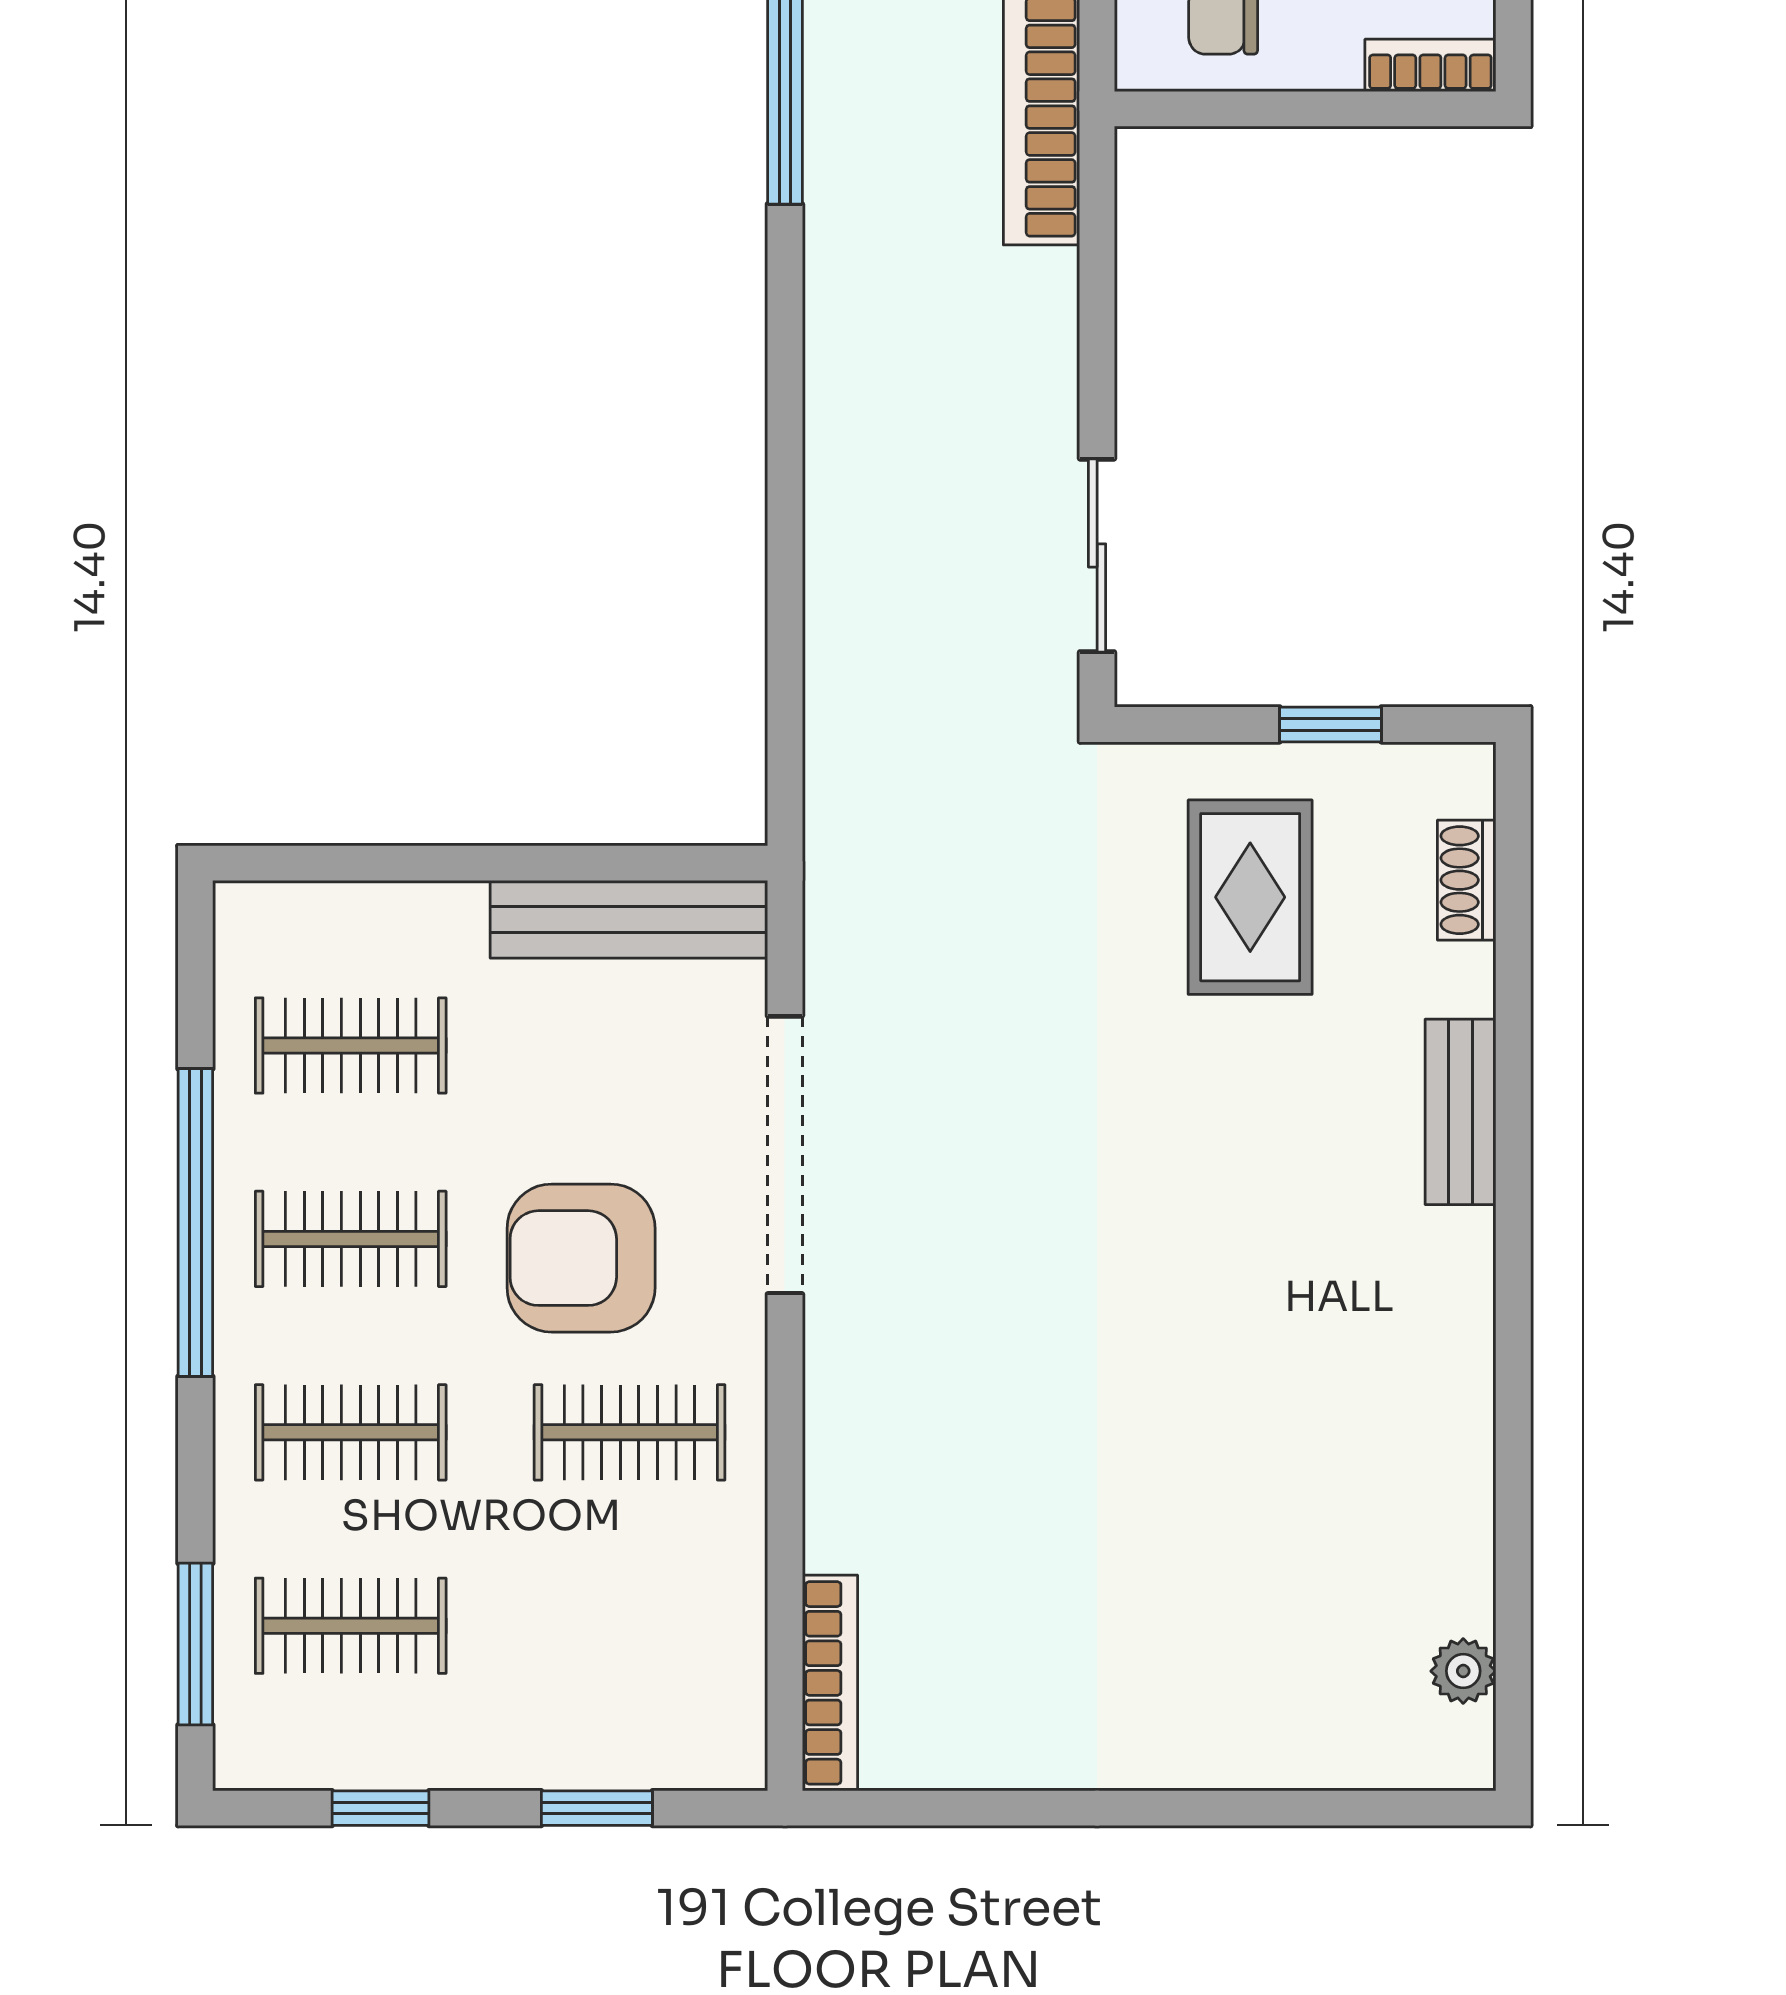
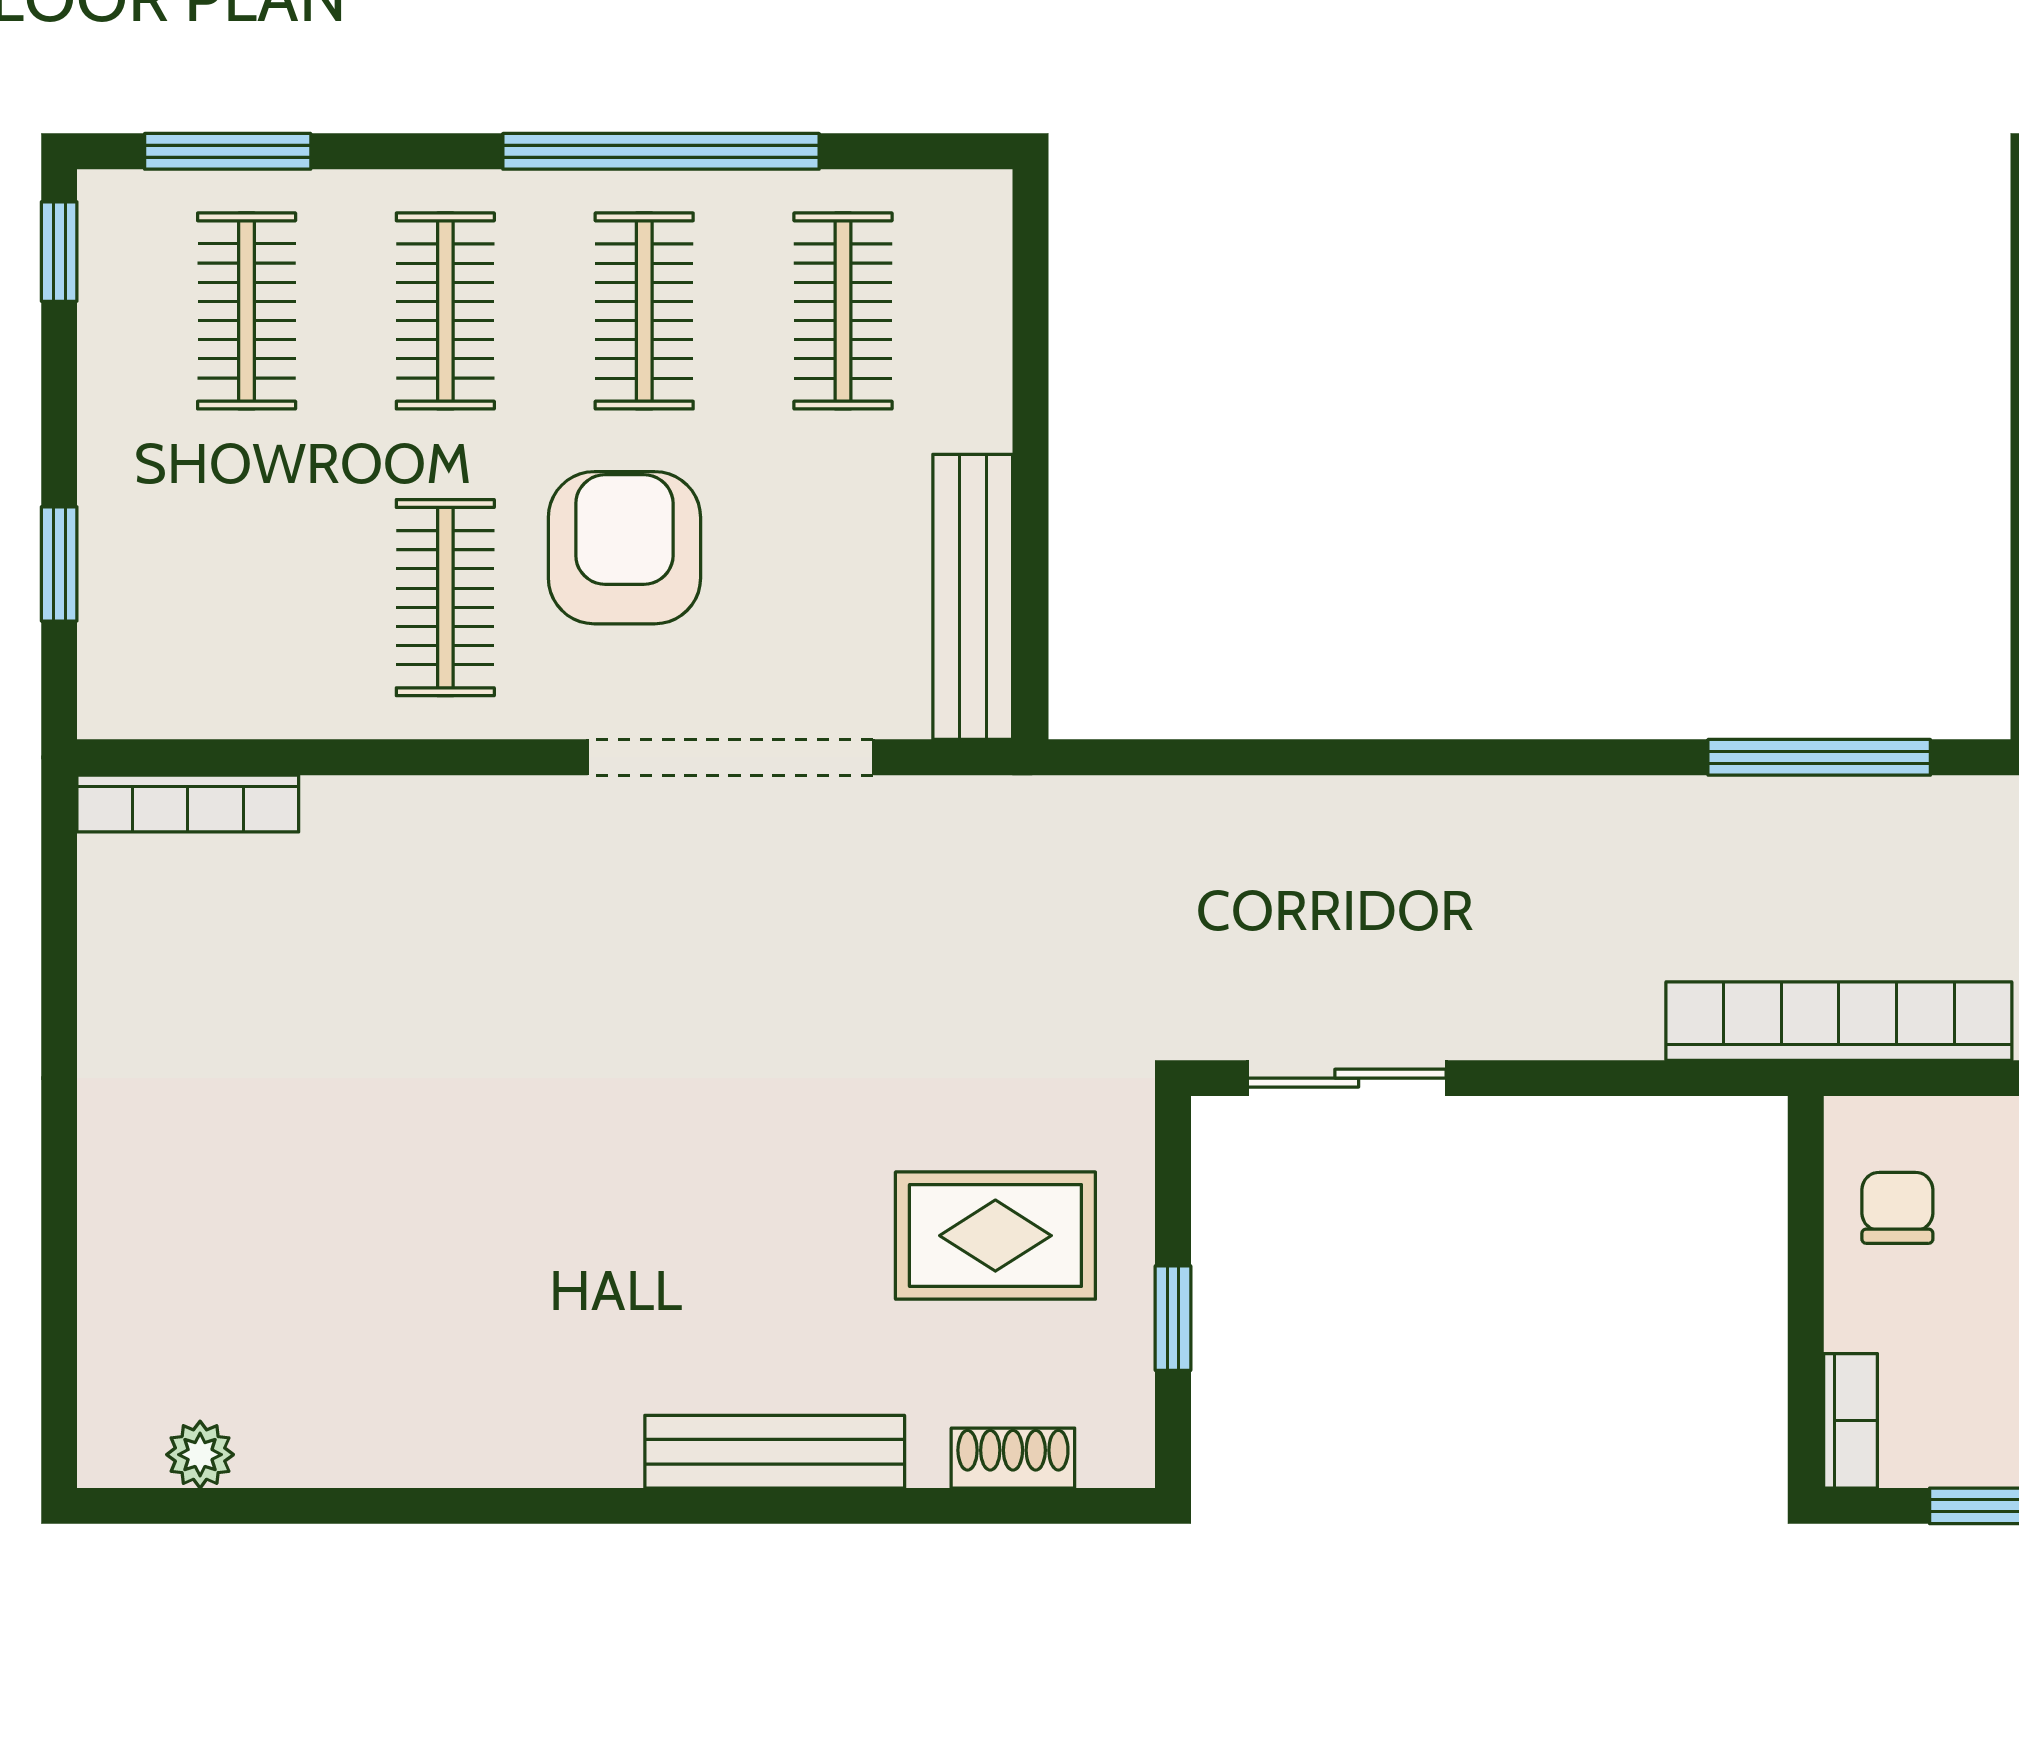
bench: (1460, 1112) -> (775, 1452), width x1.36
window: (381, 1808) -> (59, 252), moved

